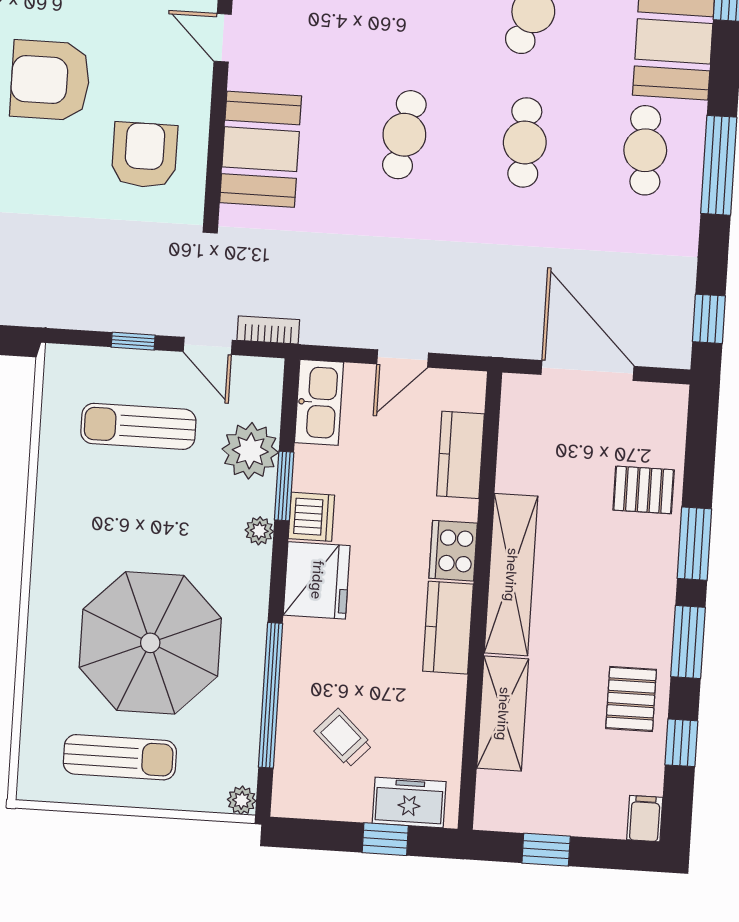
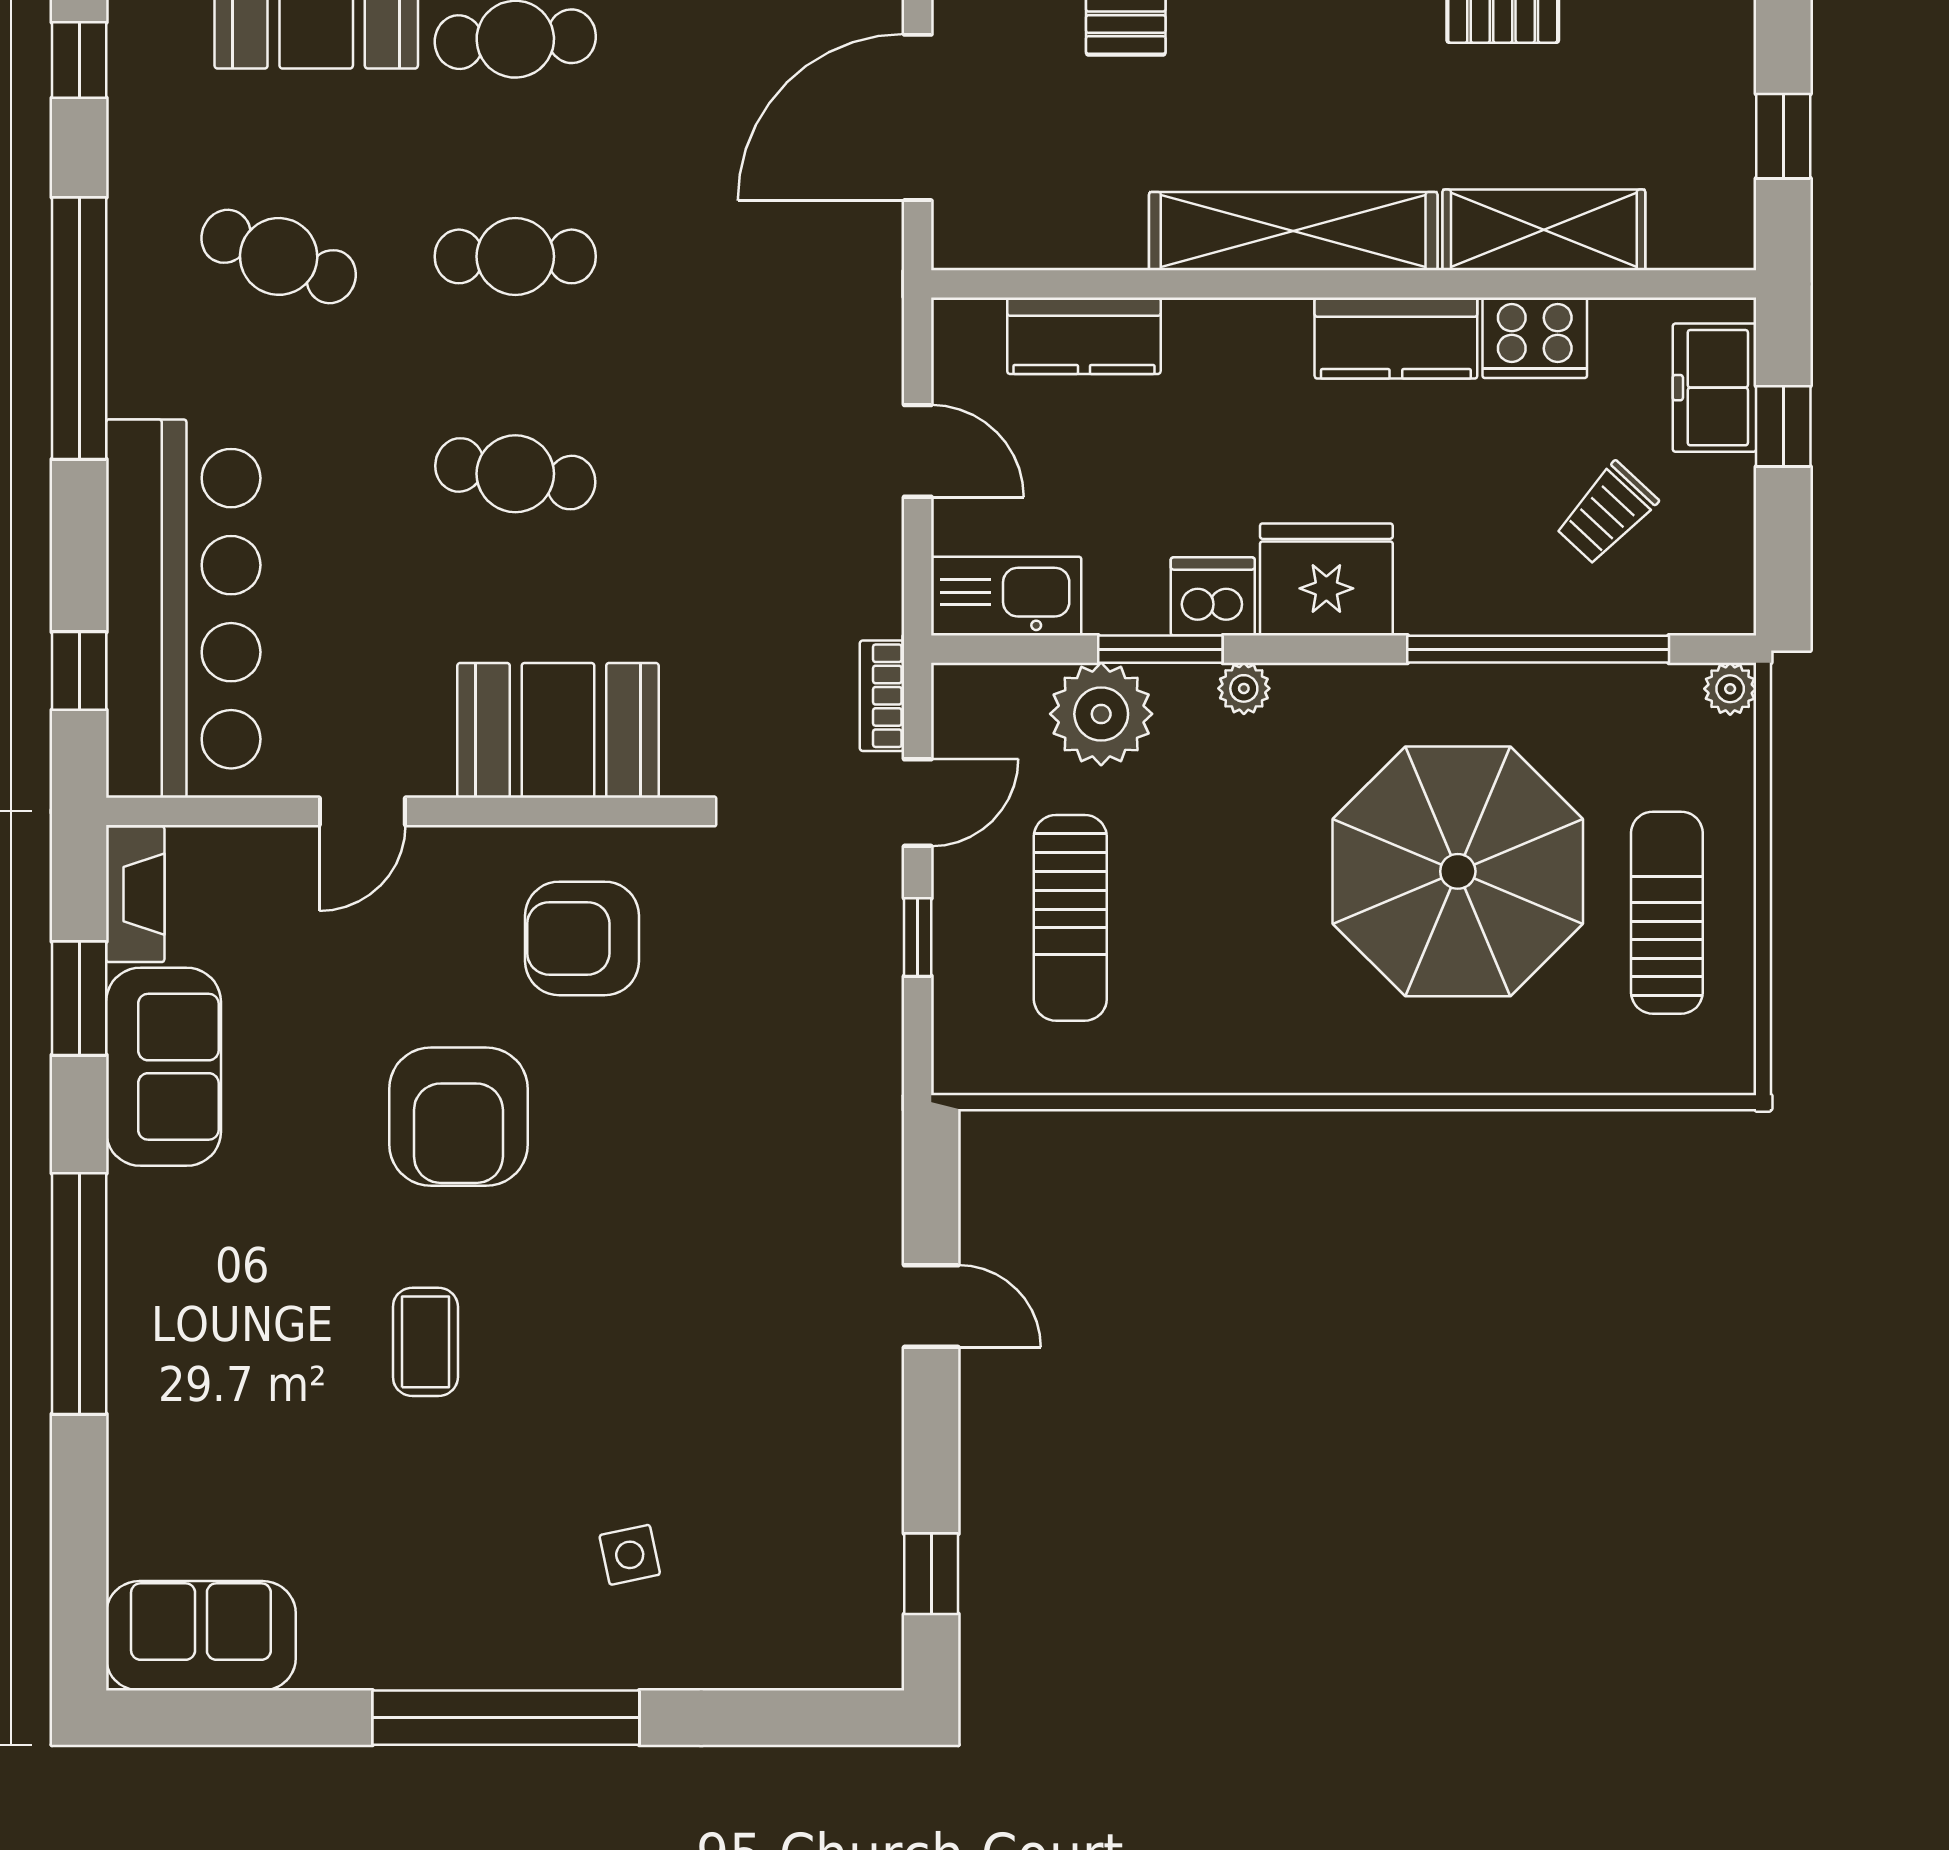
cooker: (453, 551) -> (1535, 338), moved

